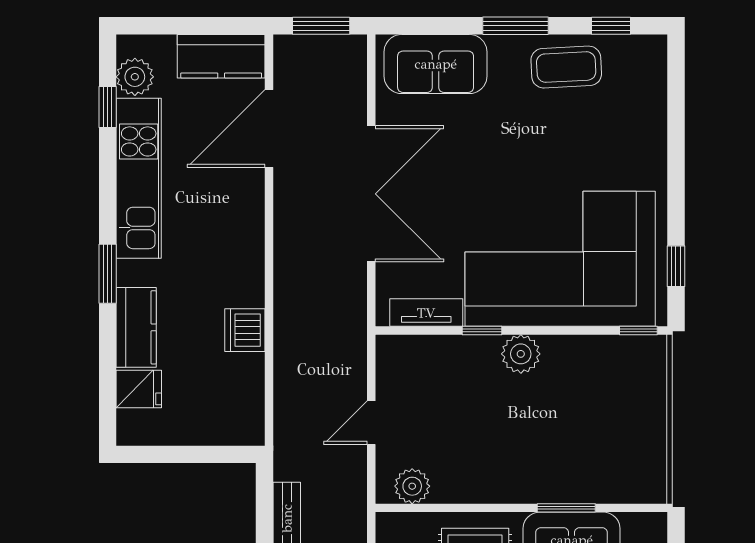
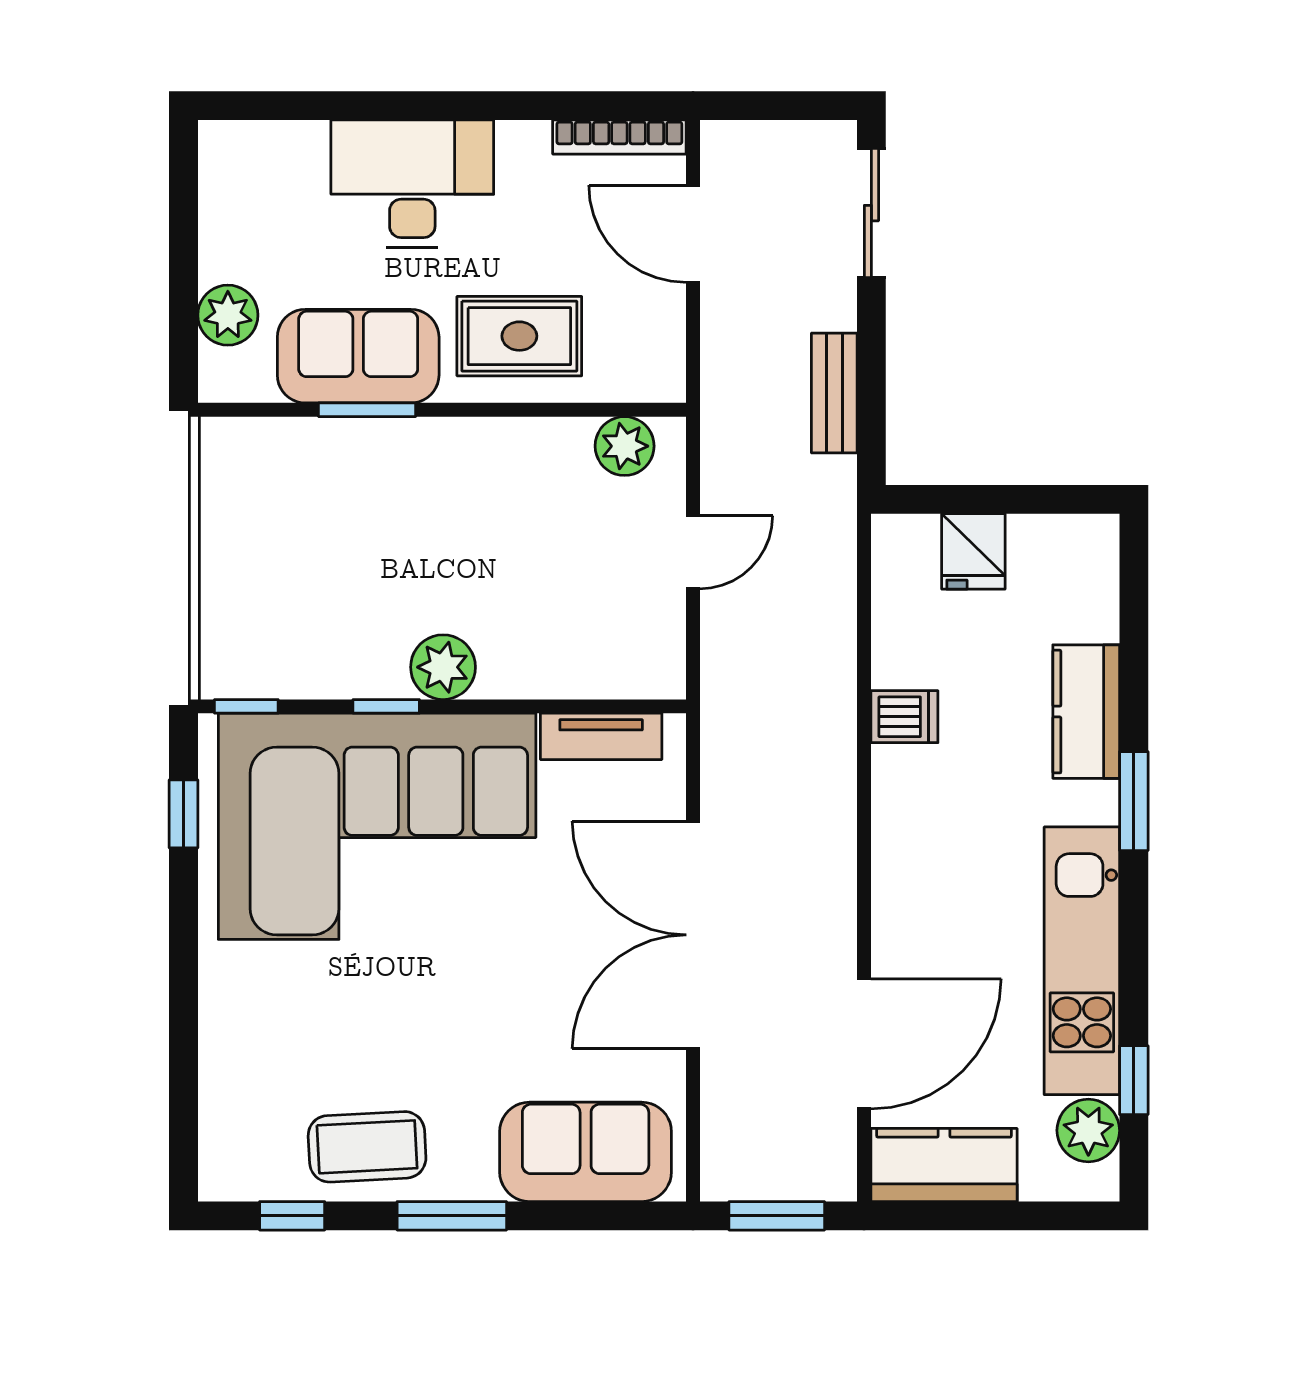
dishwasher: (245, 330) -> (904, 717), width x0.73
window: (482, 330) -> (386, 706), moved
fridge: (139, 389) -> (973, 551), moved, turned -90

